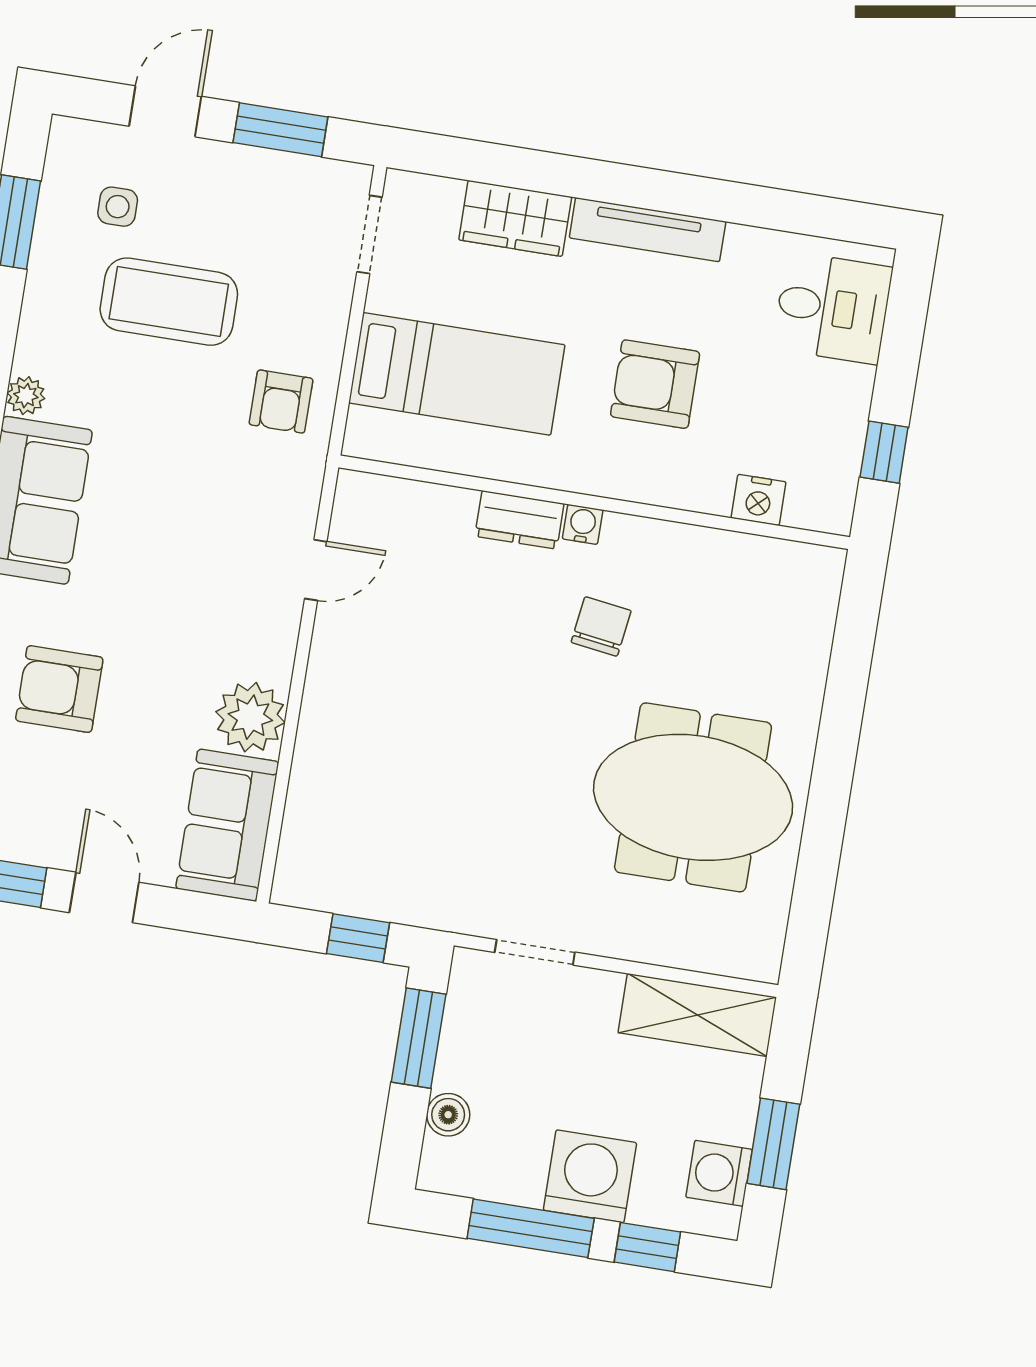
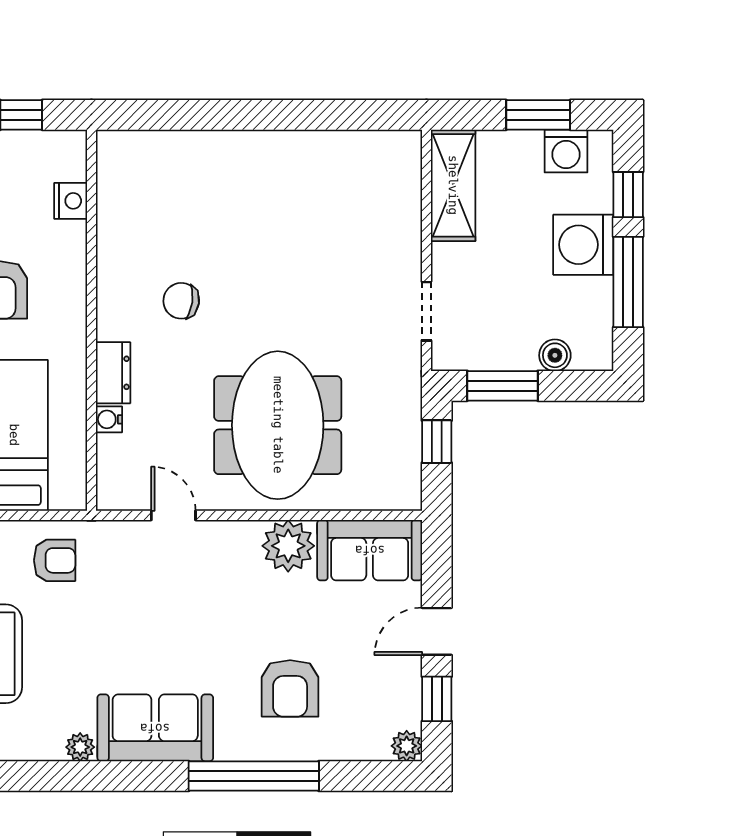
water cooler: (583, 524) -> (109, 419), moved
meeting table: (693, 797) -> (278, 425), moved

